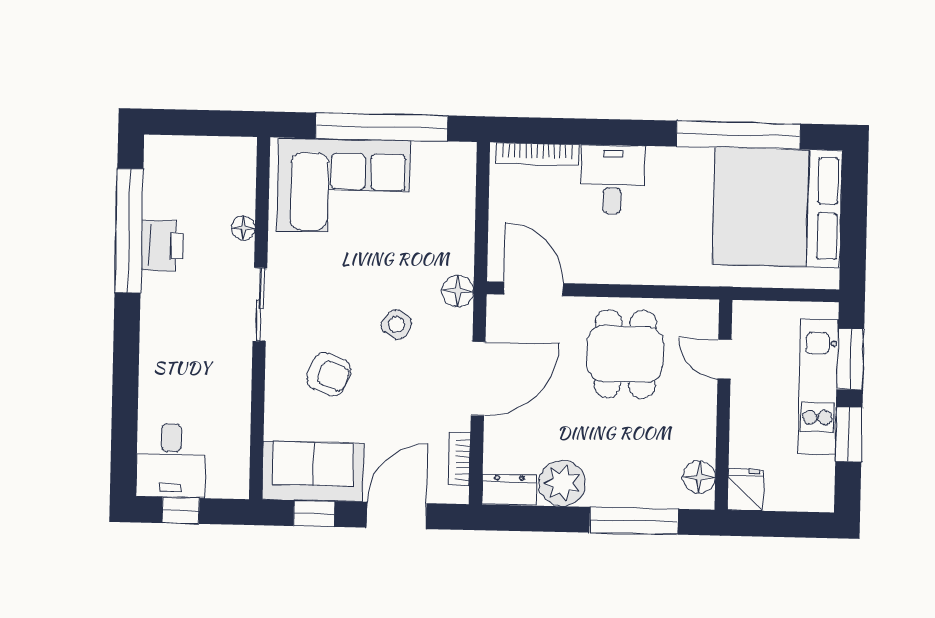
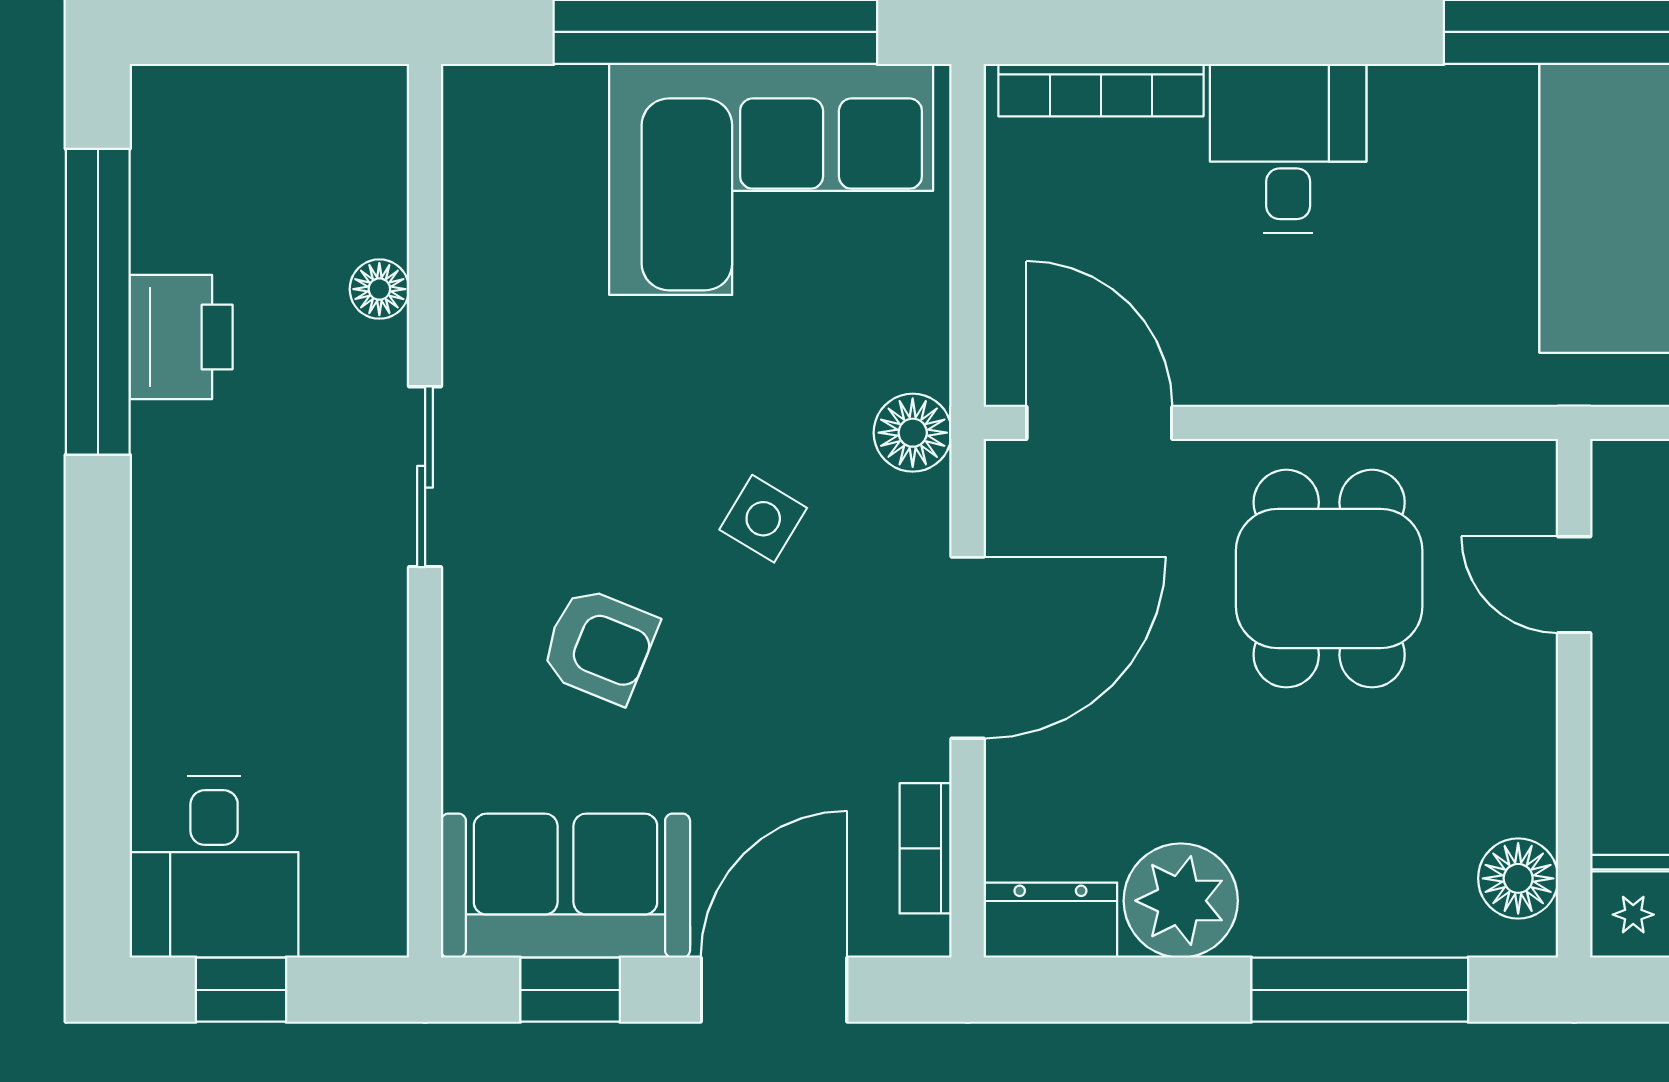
corner sofa: (344, 186) -> (771, 179), moved

